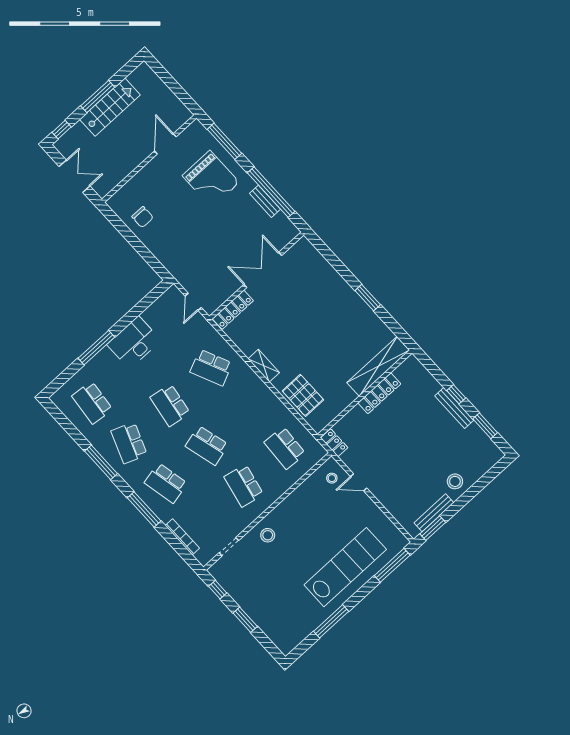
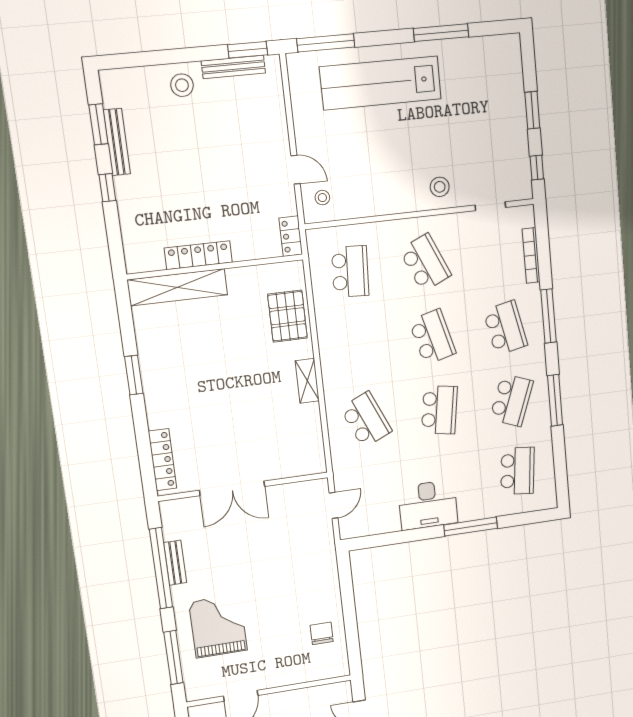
locker: (233, 310) -> (162, 460), moved, turned 90
bench: (454, 408) -> (117, 142), moved
school desk: (244, 486) -> (425, 263), turned -36

